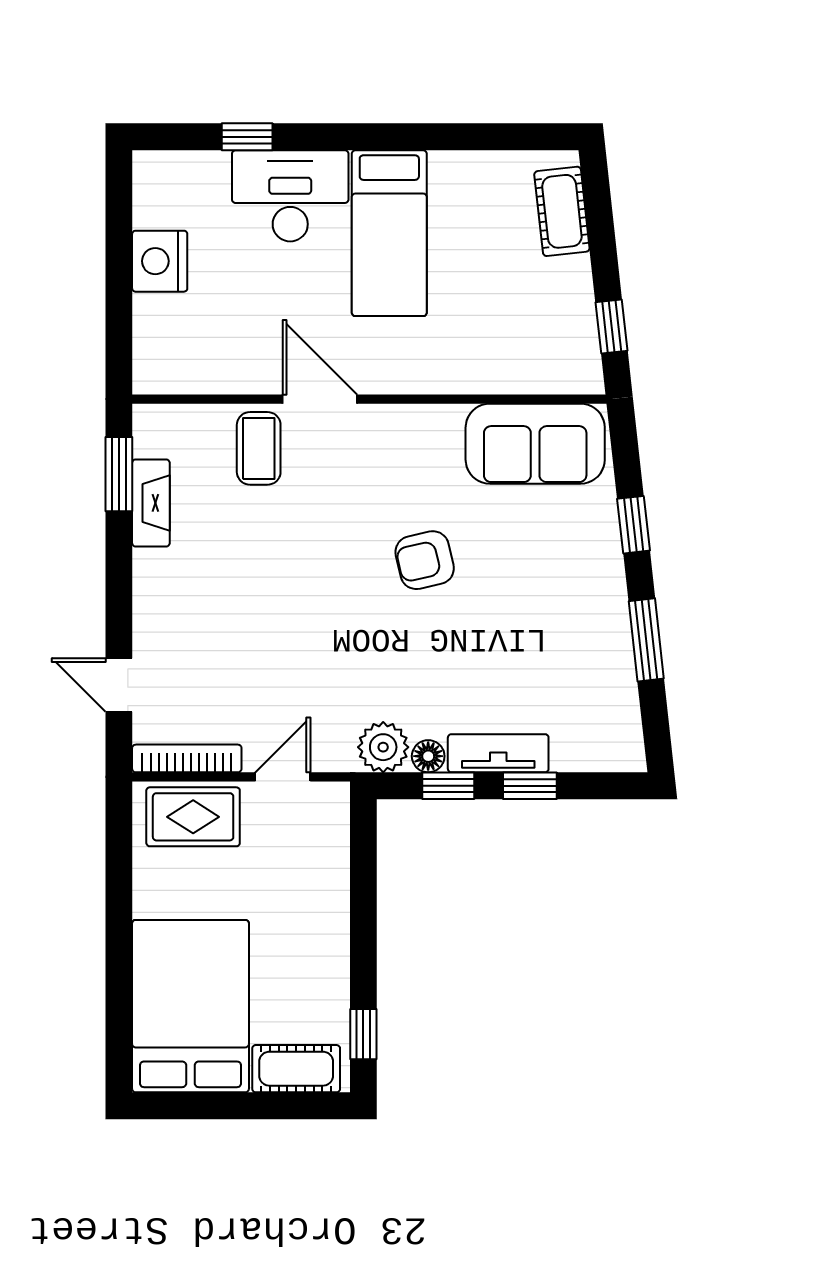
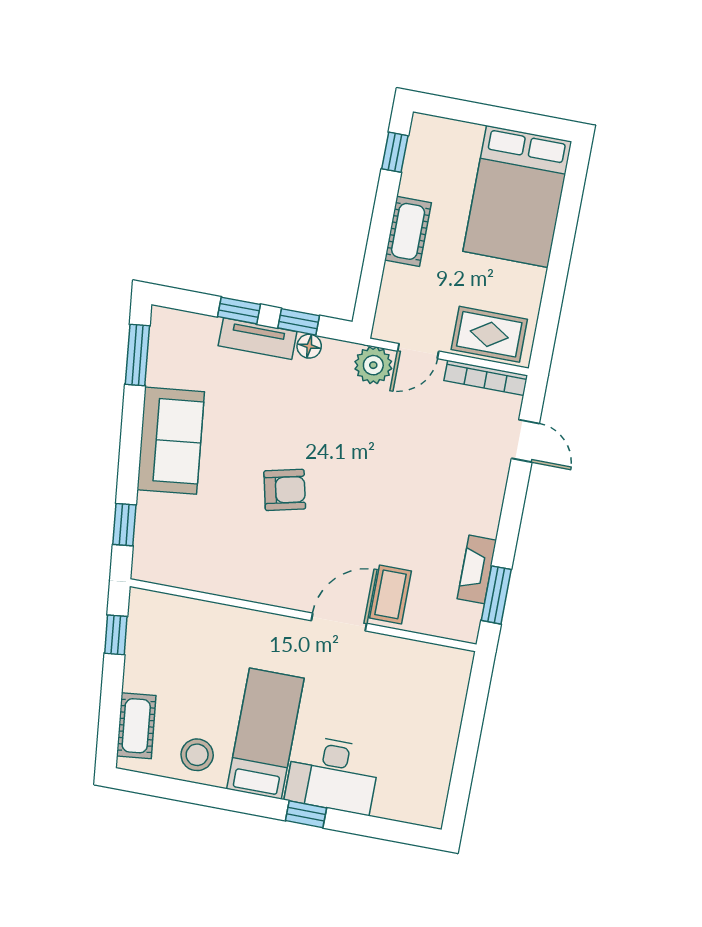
window: (247, 137) -> (306, 814), moved
stool: (474, 188) -> (197, 755), added
nightstand: (160, 261) -> (437, 745), removed
door: (320, 399) -> (339, 622), swing flipped
sofa: (535, 444) -> (171, 441), moved, turned 84
window: (633, 525) -> (124, 525), moved
window: (646, 640) -> (137, 355), moved
plant: (383, 747) -> (373, 365), moved
cot: (296, 1069) -> (408, 231), moved, turned 90

